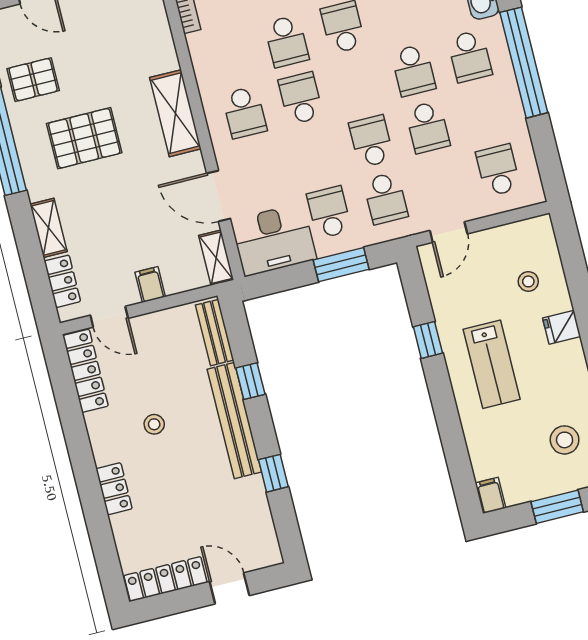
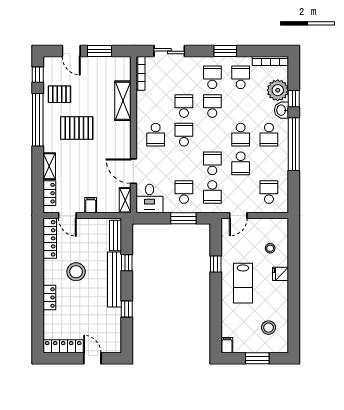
school desk: (287, 41) -> (184, 106), turned 180
shelving: (175, 113) -> (123, 101), moved
desk: (274, 240) -> (149, 198), width x0.73
stool: (154, 424) -> (76, 272), width x1.89, depth x1.89

